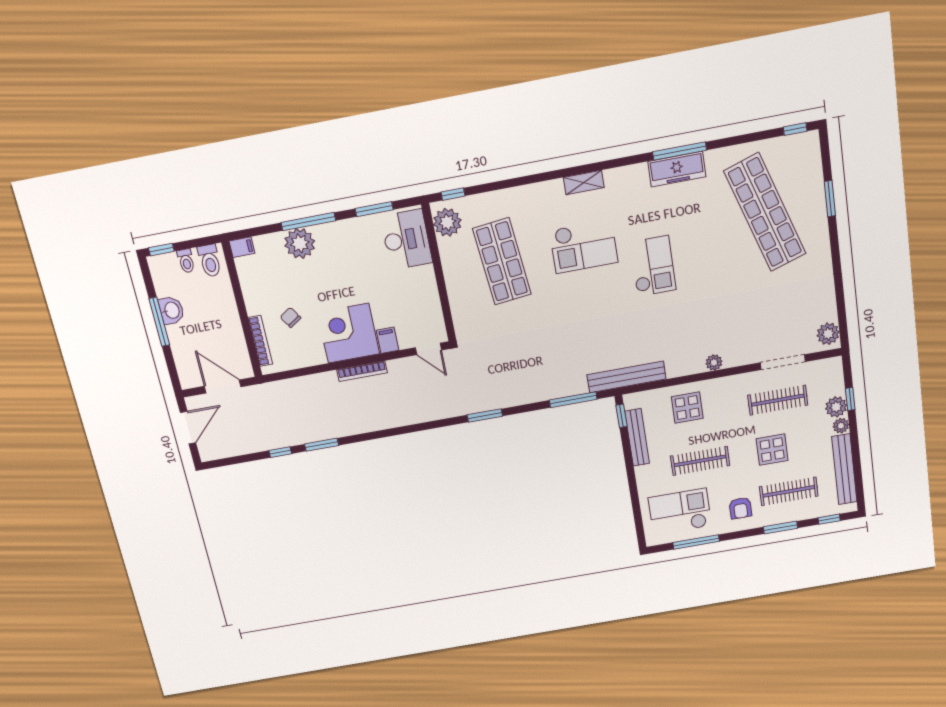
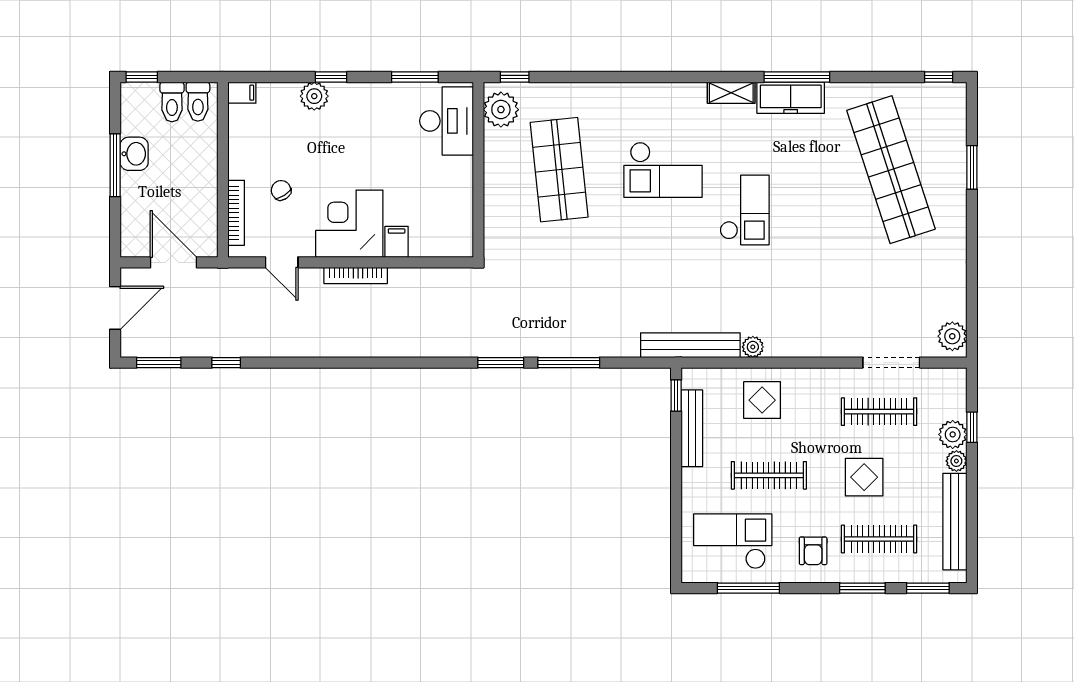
shelving: (584, 182) -> (731, 93), moved
window: (308, 222) -> (331, 77), width x0.46
plant: (300, 243) -> (314, 96), width x0.73, depth x0.73
toilet: (186, 261) -> (172, 102), width x1.37, depth x1.39
door: (428, 349) -> (282, 262), moved
plant: (714, 363) -> (753, 347), moved
window: (573, 400) -> (569, 363), moved
window: (322, 445) -> (159, 363), moved
window: (829, 519) -> (928, 588), width x1.50

